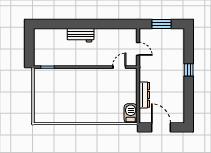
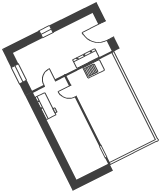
workbench: (81, 35) -> (47, 106), moved
barbecue: (131, 113) -> (94, 69), moved
door: (161, 127) -> (106, 31), hinge flipped

